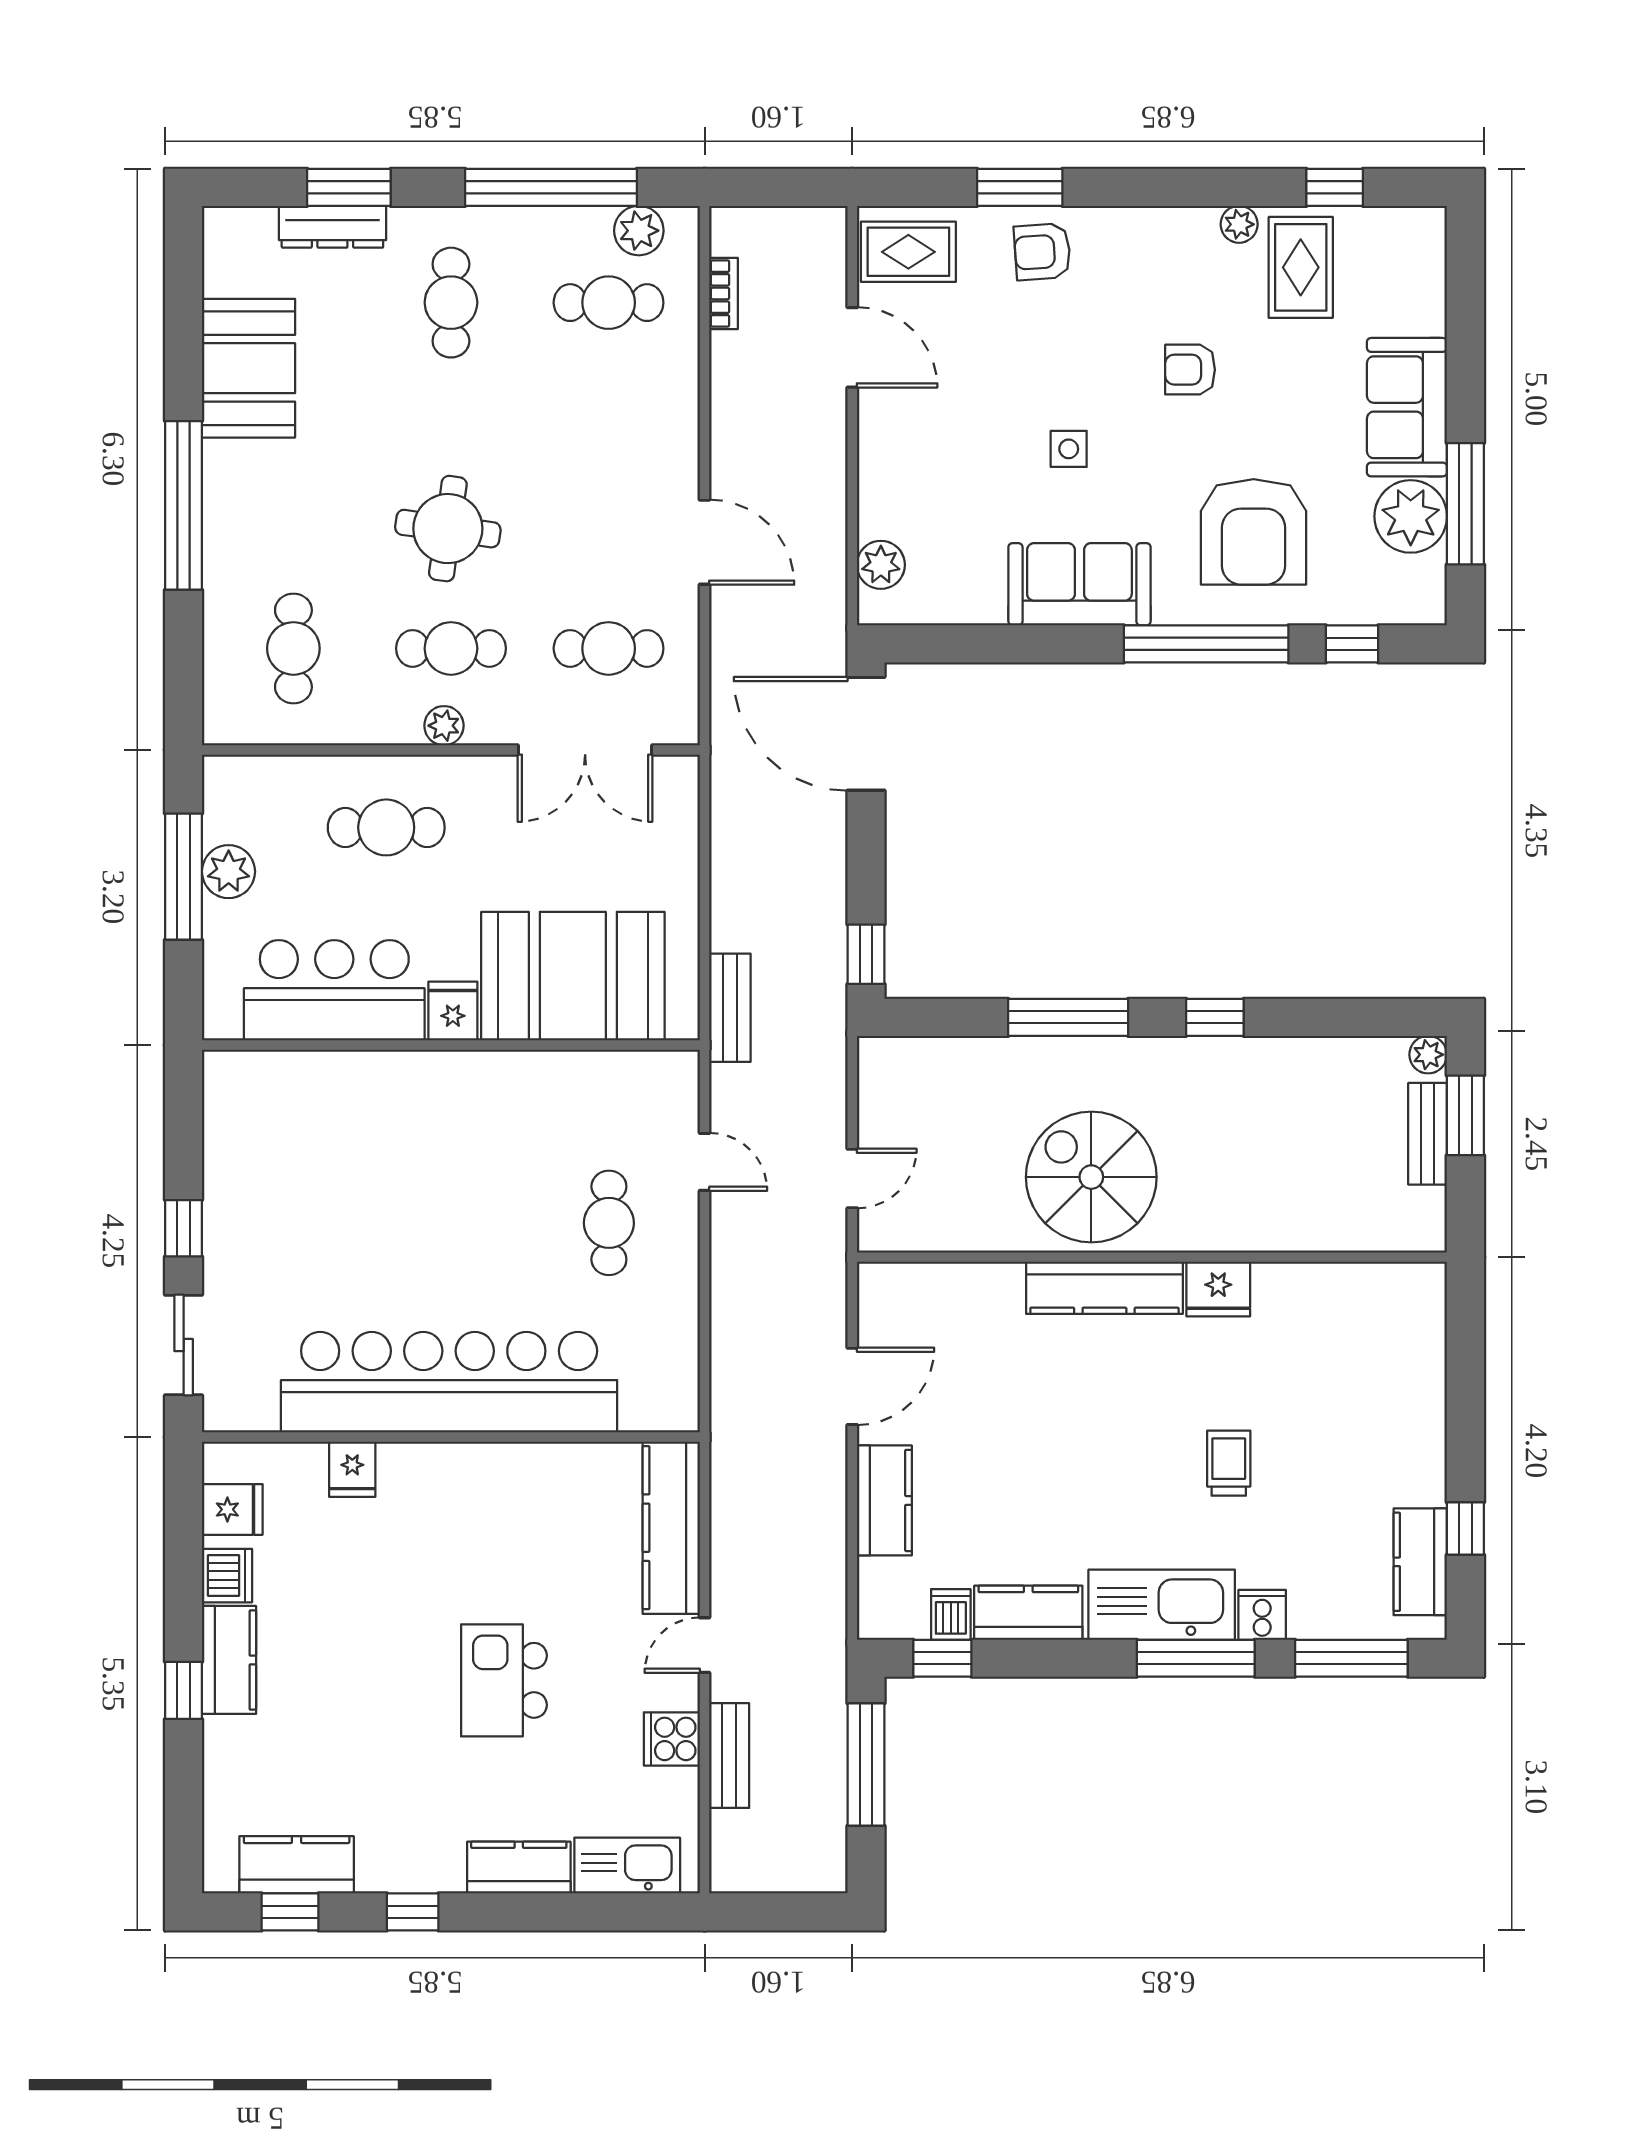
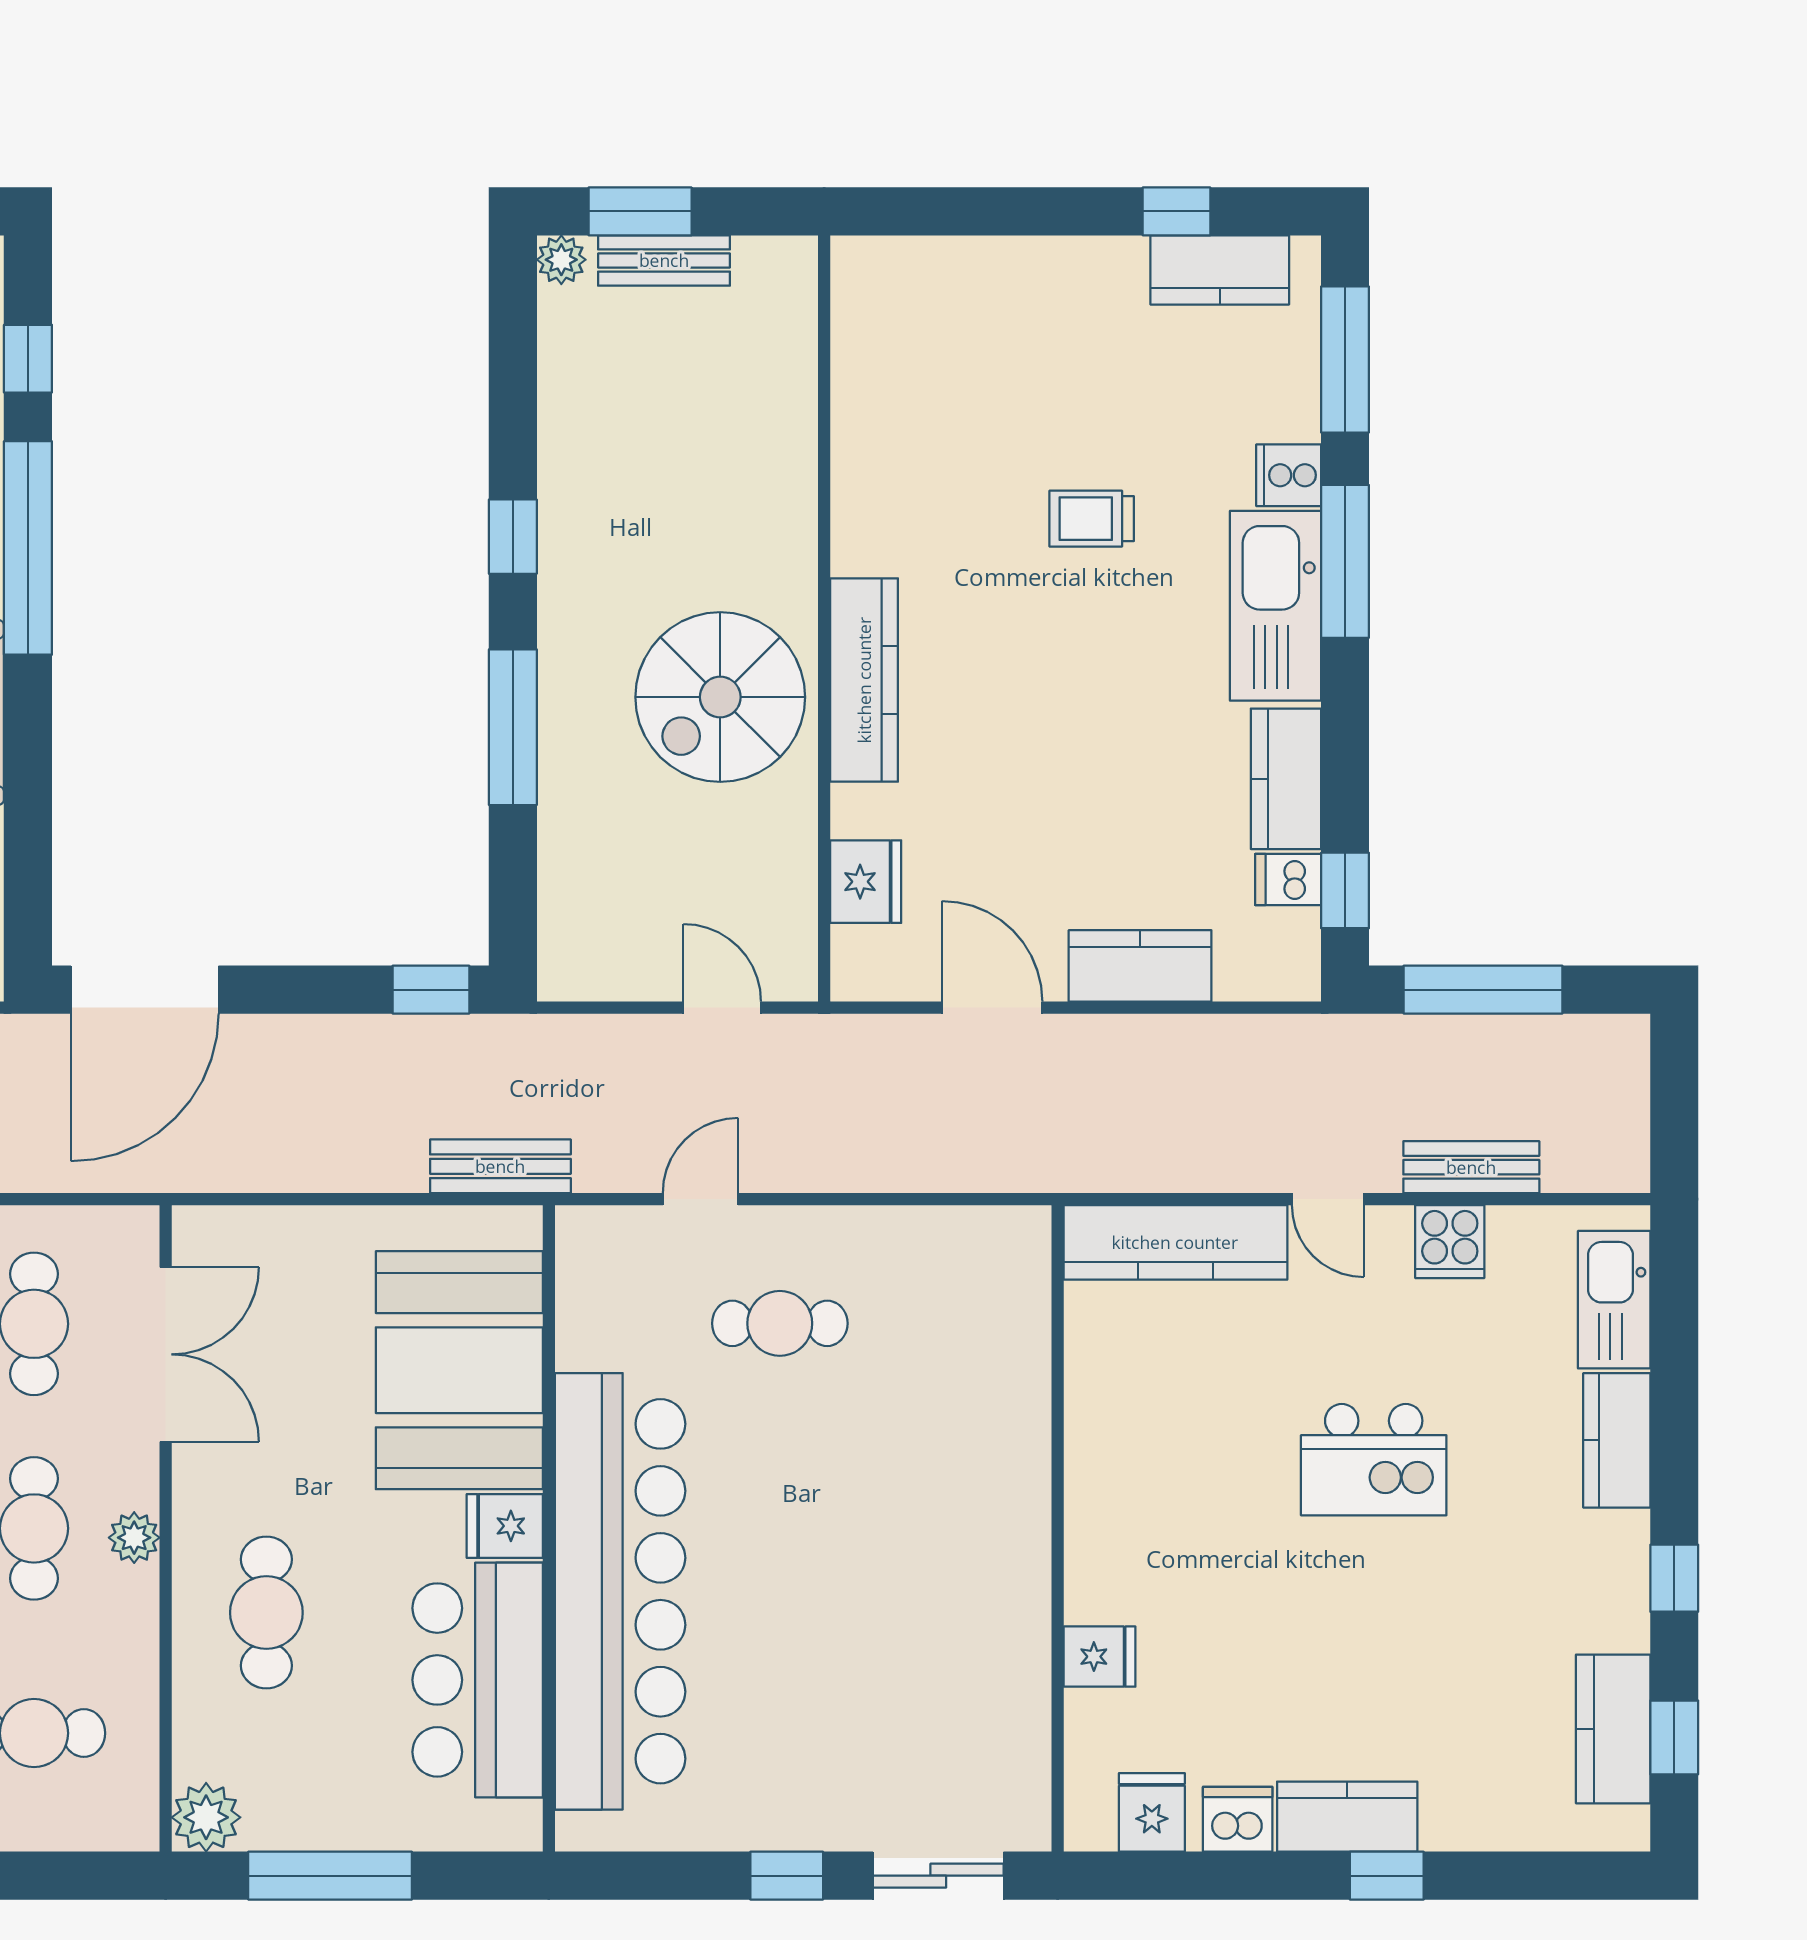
plant: (229, 872) -> (206, 1817), moved
fridge: (1218, 1289) -> (866, 882), moved
bar counter: (449, 1382) -> (620, 1591), moved, turned 180

